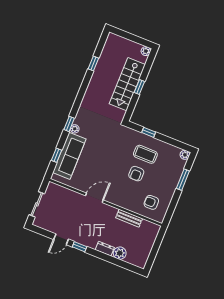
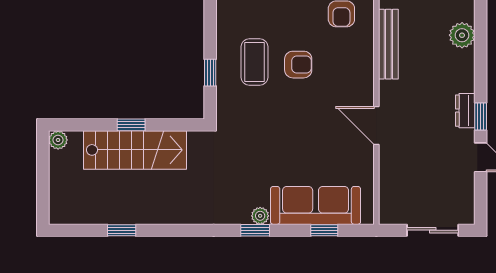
bench: (129, 218) -> (388, 44), width x1.36
dresser: (105, 249) -> (465, 111), moved

